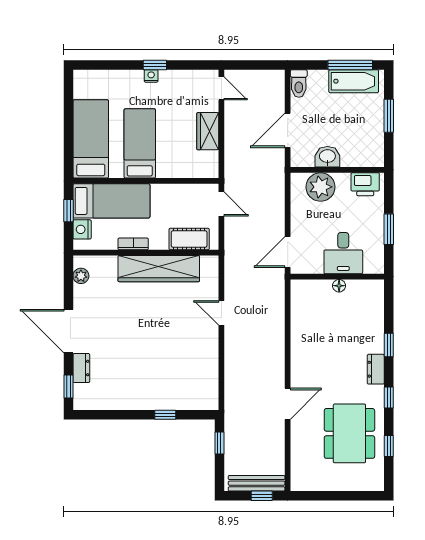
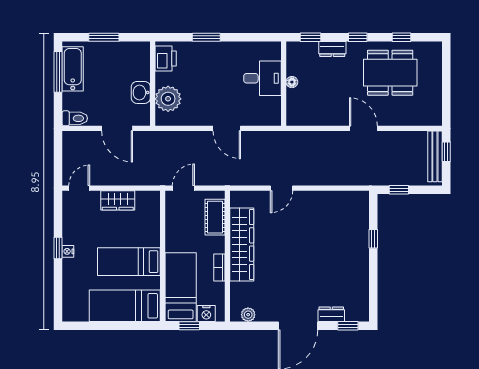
desk: (343, 253) -> (262, 78), moved
wall: (337, 277) -> (284, 84), moved
floor lamp: (339, 286) -> (292, 82), moved

